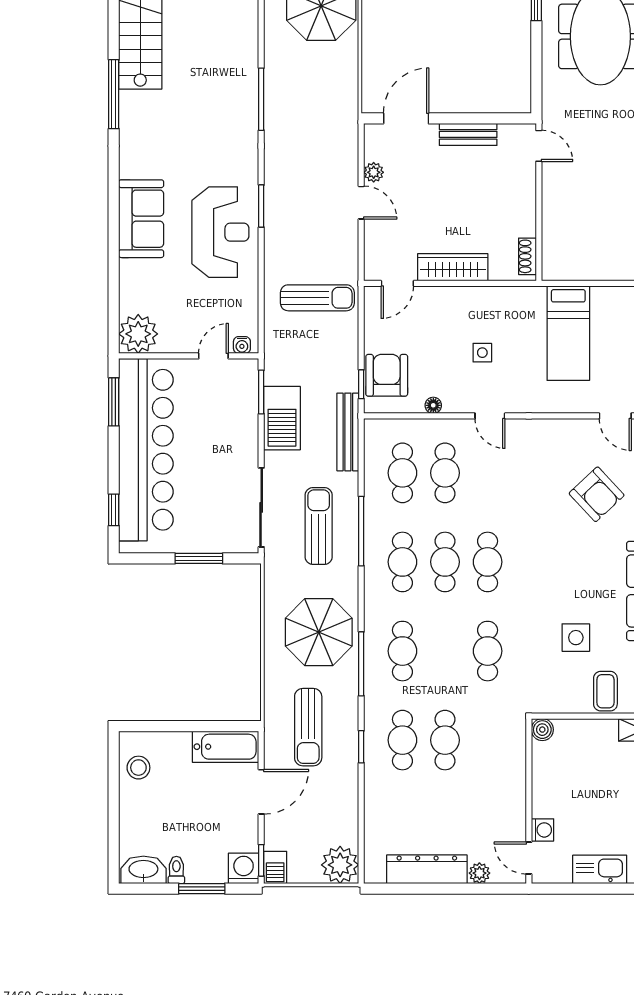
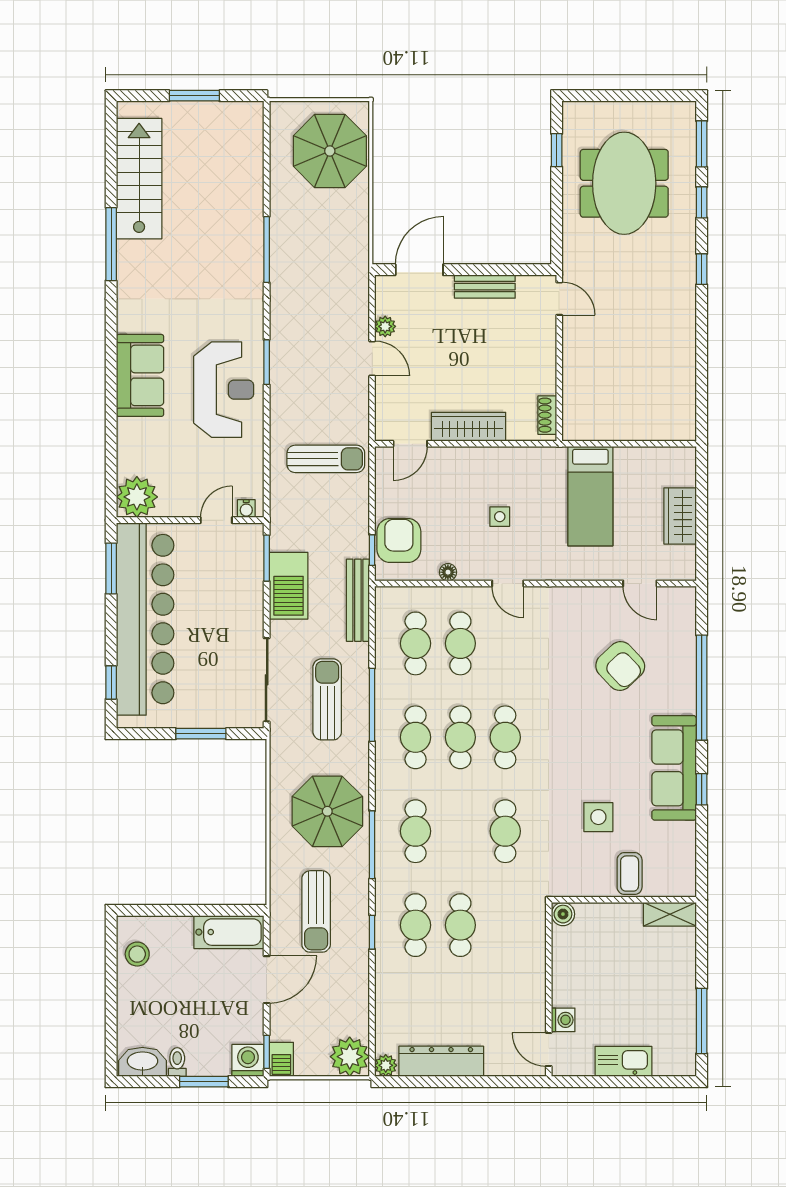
plant: (479, 873) -> (386, 1065), moved

